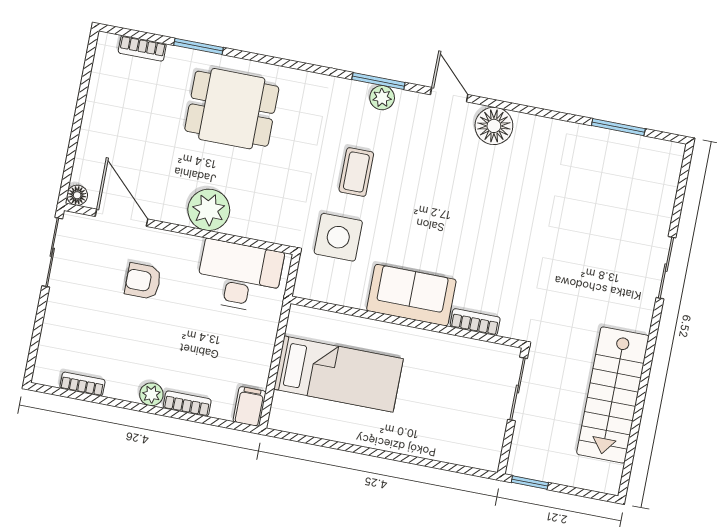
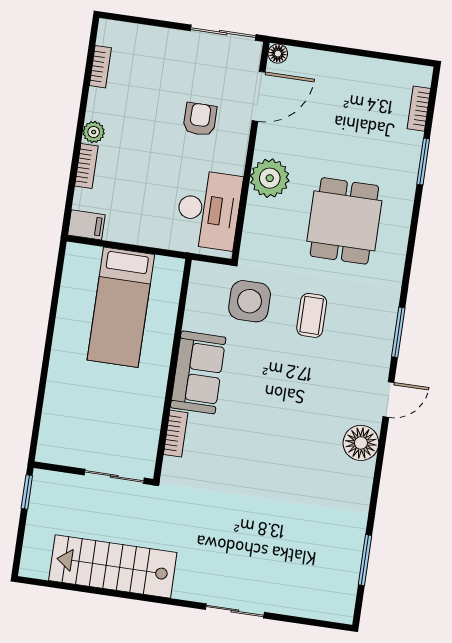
plant: (382, 98) -> (383, 336), removed
dining table: (232, 109) -> (344, 221), moved
coffee table: (356, 172) -> (312, 315), turned 90

